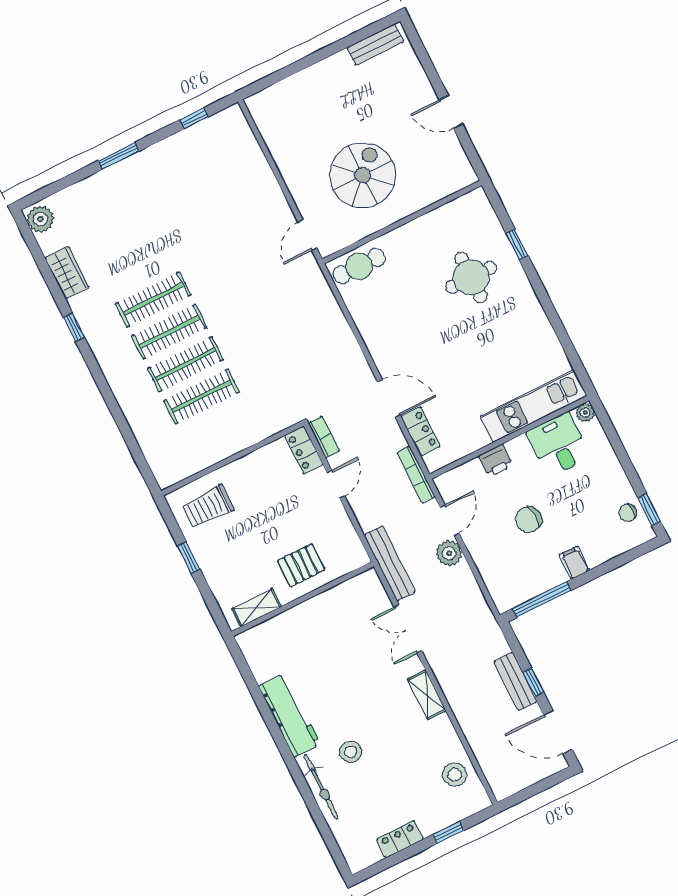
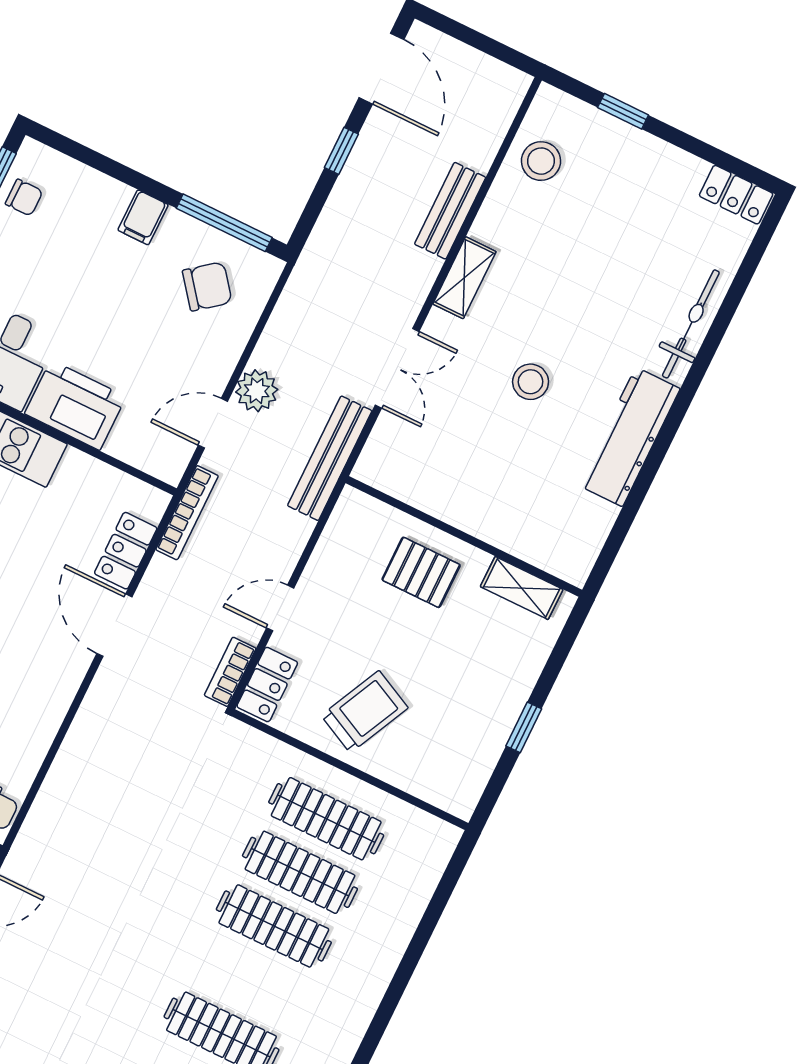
clothes rail: (169, 332) -> (326, 819), moved
printer: (496, 461) -> (75, 405), width x1.87, depth x1.48
trolley: (208, 507) -> (365, 712), moved, turned -64
chair: (529, 520) -> (207, 286), moved, turned -34
bench: (515, 681) -> (450, 211), moved
stool: (351, 752) -> (531, 382), moved
locker: (400, 839) -> (736, 195), moved

